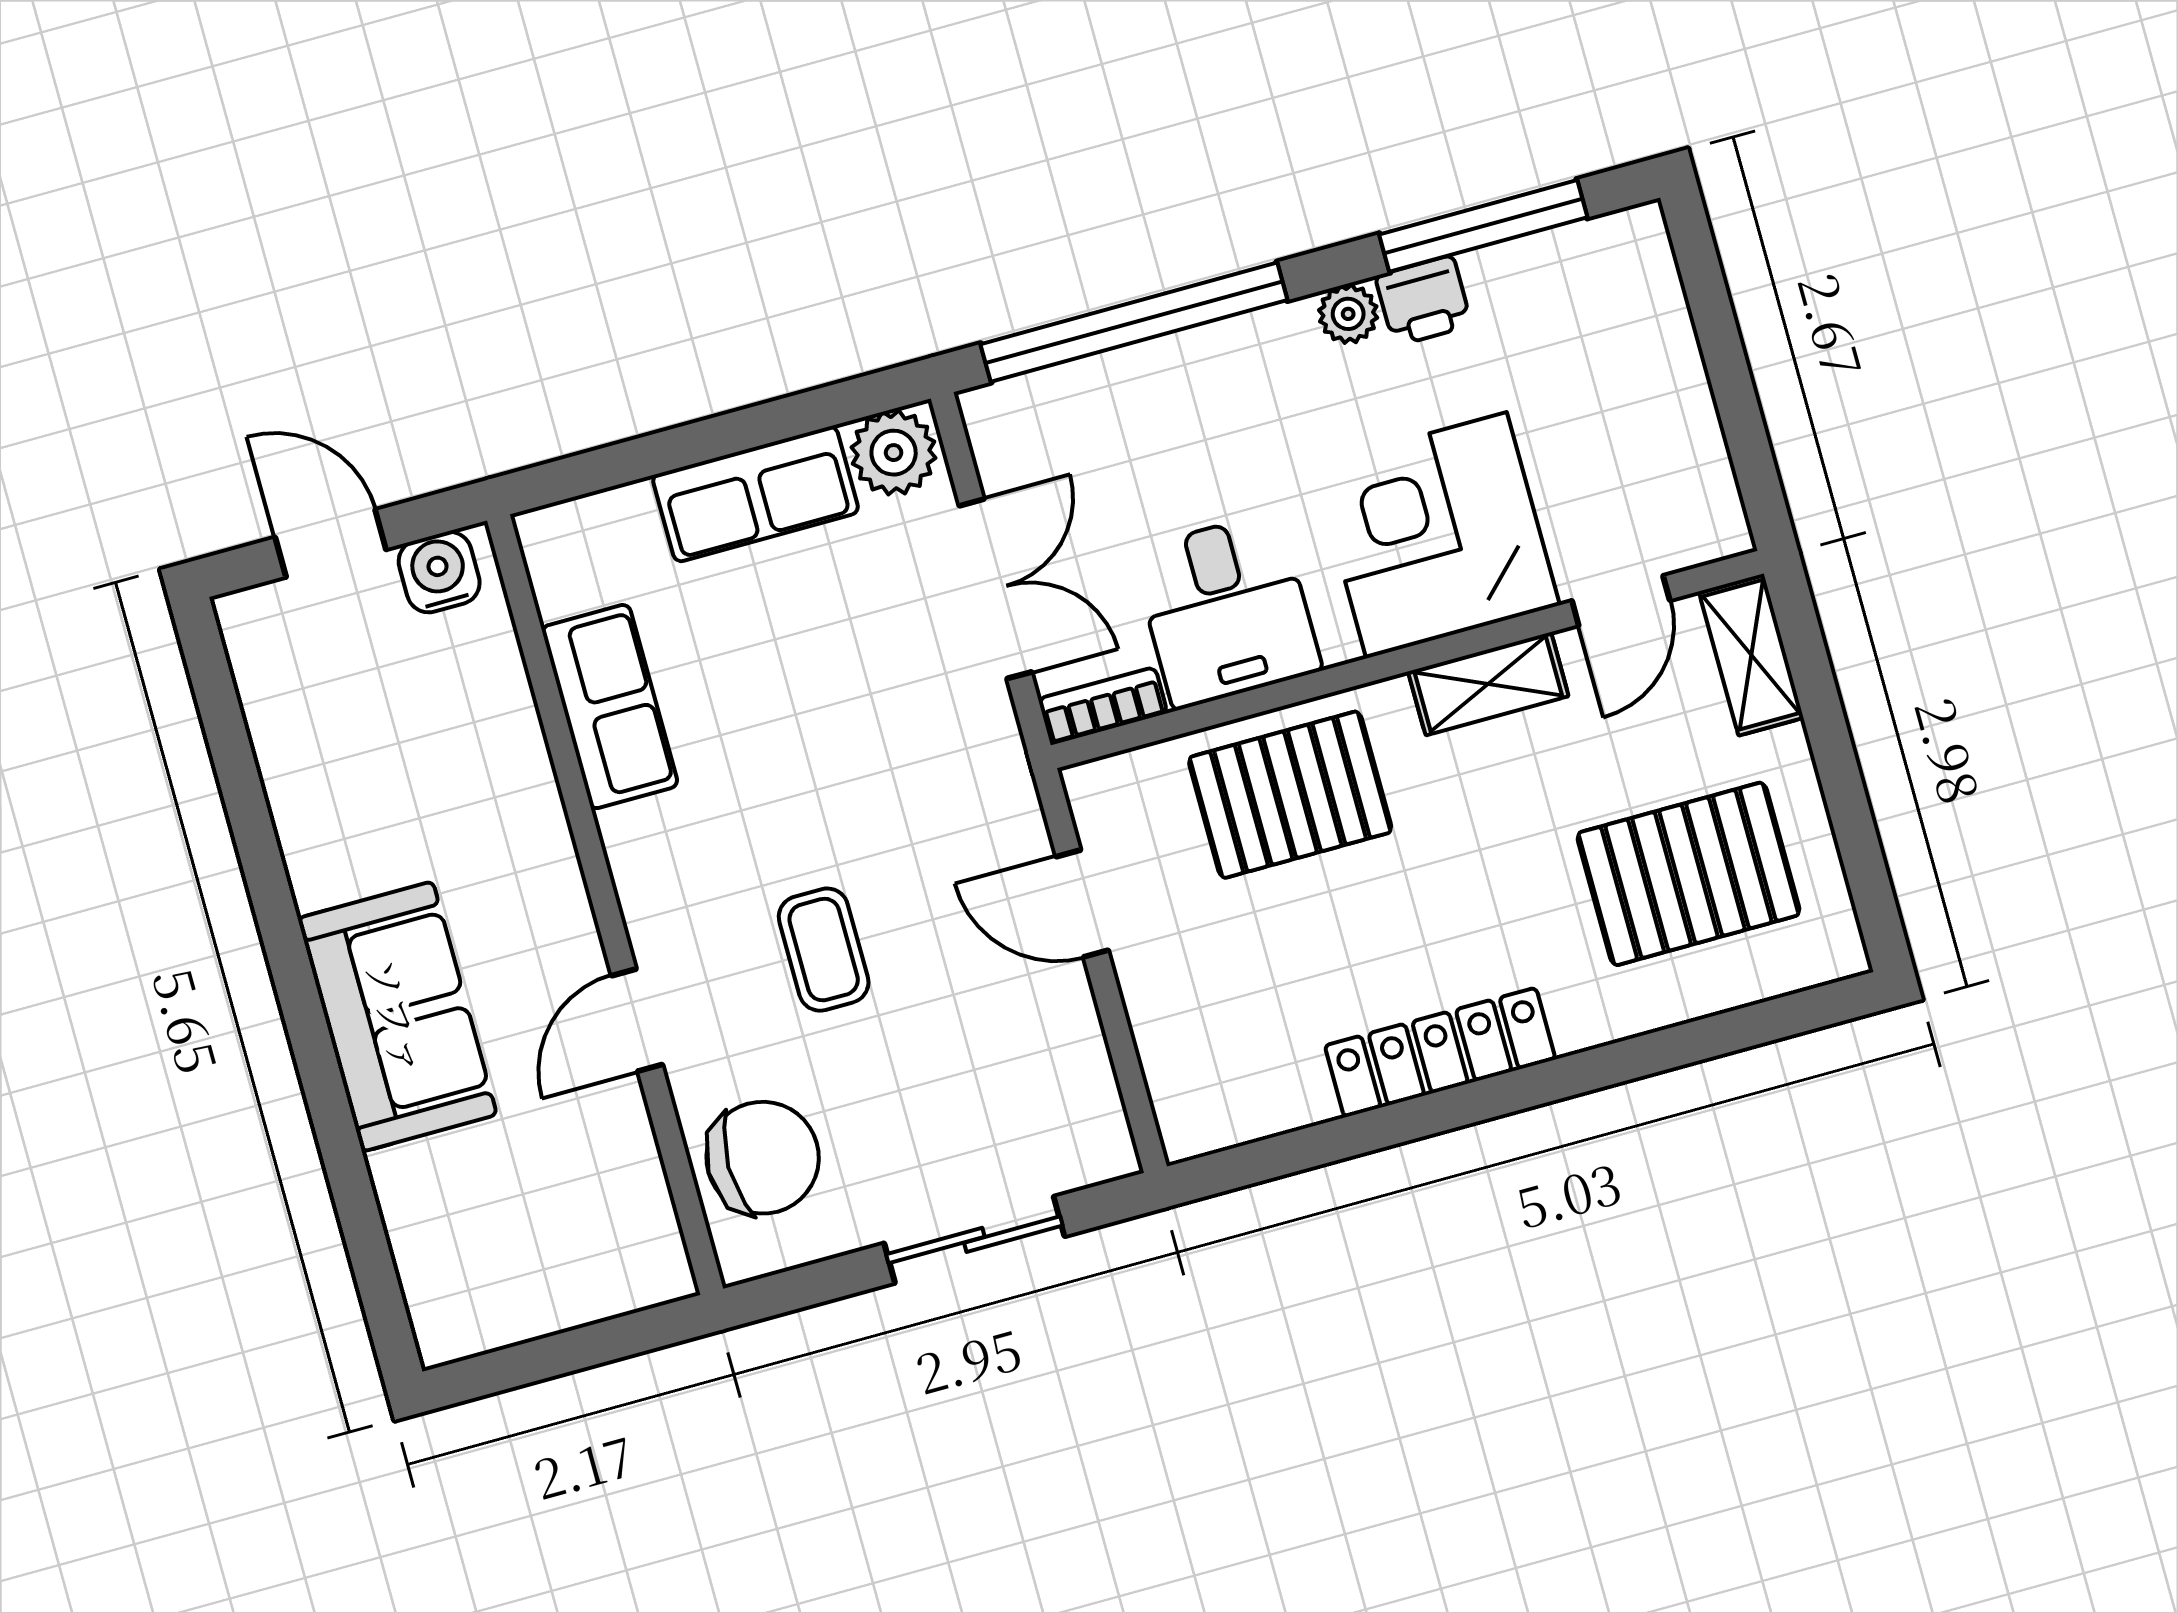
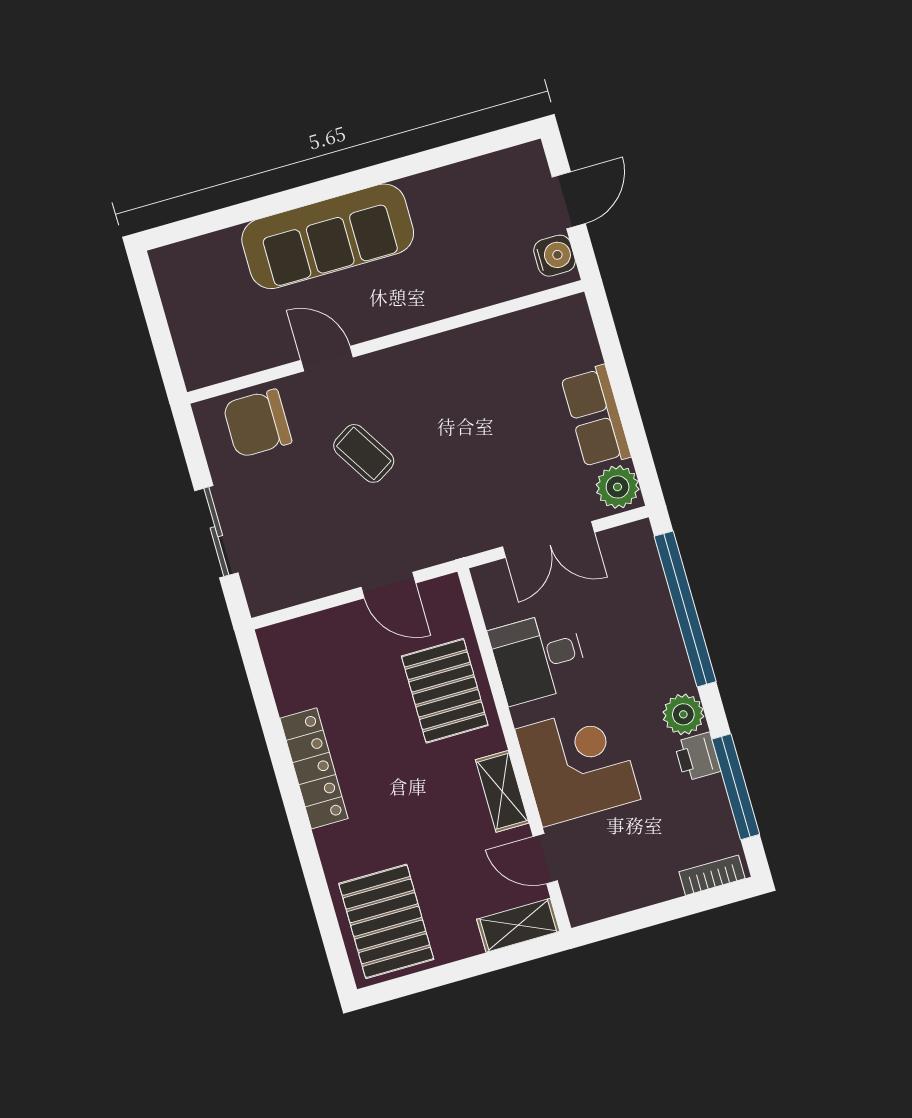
plant: (1348, 314) -> (683, 714), width x1.38, depth x1.38
bookcase: (1103, 706) -> (712, 875), moved, turned -90
row of seats: (610, 707) -> (487, 343), removed
pallet: (1688, 874) -> (386, 921), moved
door: (1082, 903) -> (388, 585), swing flipped
coffee table: (824, 950) -> (364, 453), turned 58
sofa: (397, 1016) -> (328, 236), width x1.36
chair: (763, 1158) -> (257, 423), turned 90

